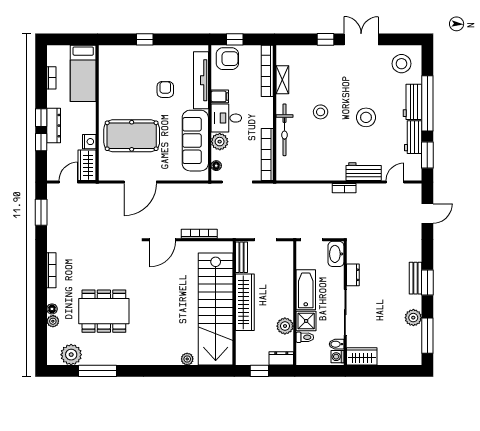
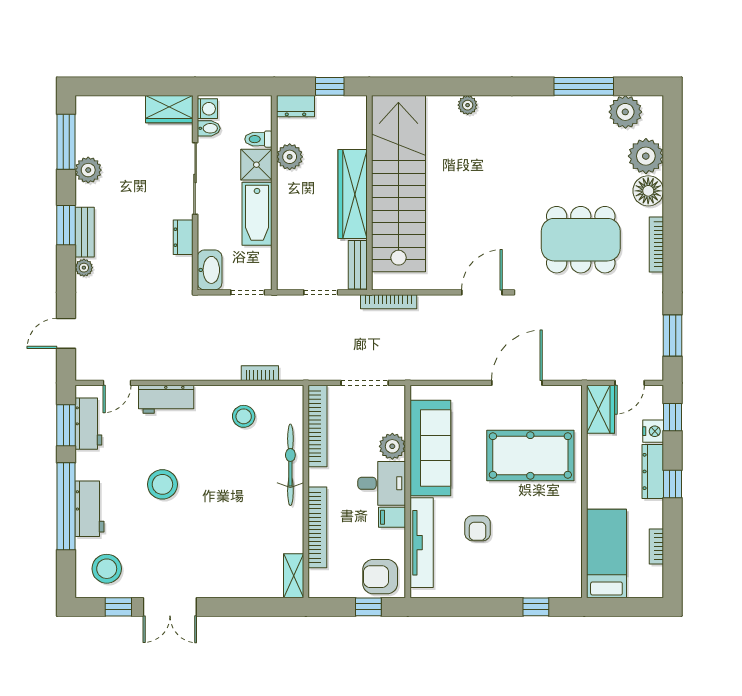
window: (145, 39) -> (536, 607), moved
window: (326, 39) -> (118, 607), moved
bookcase: (267, 71) -> (317, 527), moved
shelving: (282, 80) -> (294, 576), moved
stool: (321, 112) -> (244, 416), moved
workbench: (413, 137) -> (88, 424), moved
window: (41, 142) -> (673, 417), moved
nightstand: (89, 142) -> (653, 431), moved, turned 180
floor lamp: (216, 166) -> (398, 409), removed
bookcase: (344, 188) -> (260, 373), moved
bookcase: (199, 234) -> (389, 302), moved
plant: (416, 255) -> (84, 268), added
floor lamp: (52, 309) -> (648, 191), width x1.89, depth x1.89
dining table: (104, 311) -> (581, 240), moved
plant: (53, 321) -> (646, 156), width x1.87, depth x1.87
plant: (187, 359) -> (468, 105), moved

